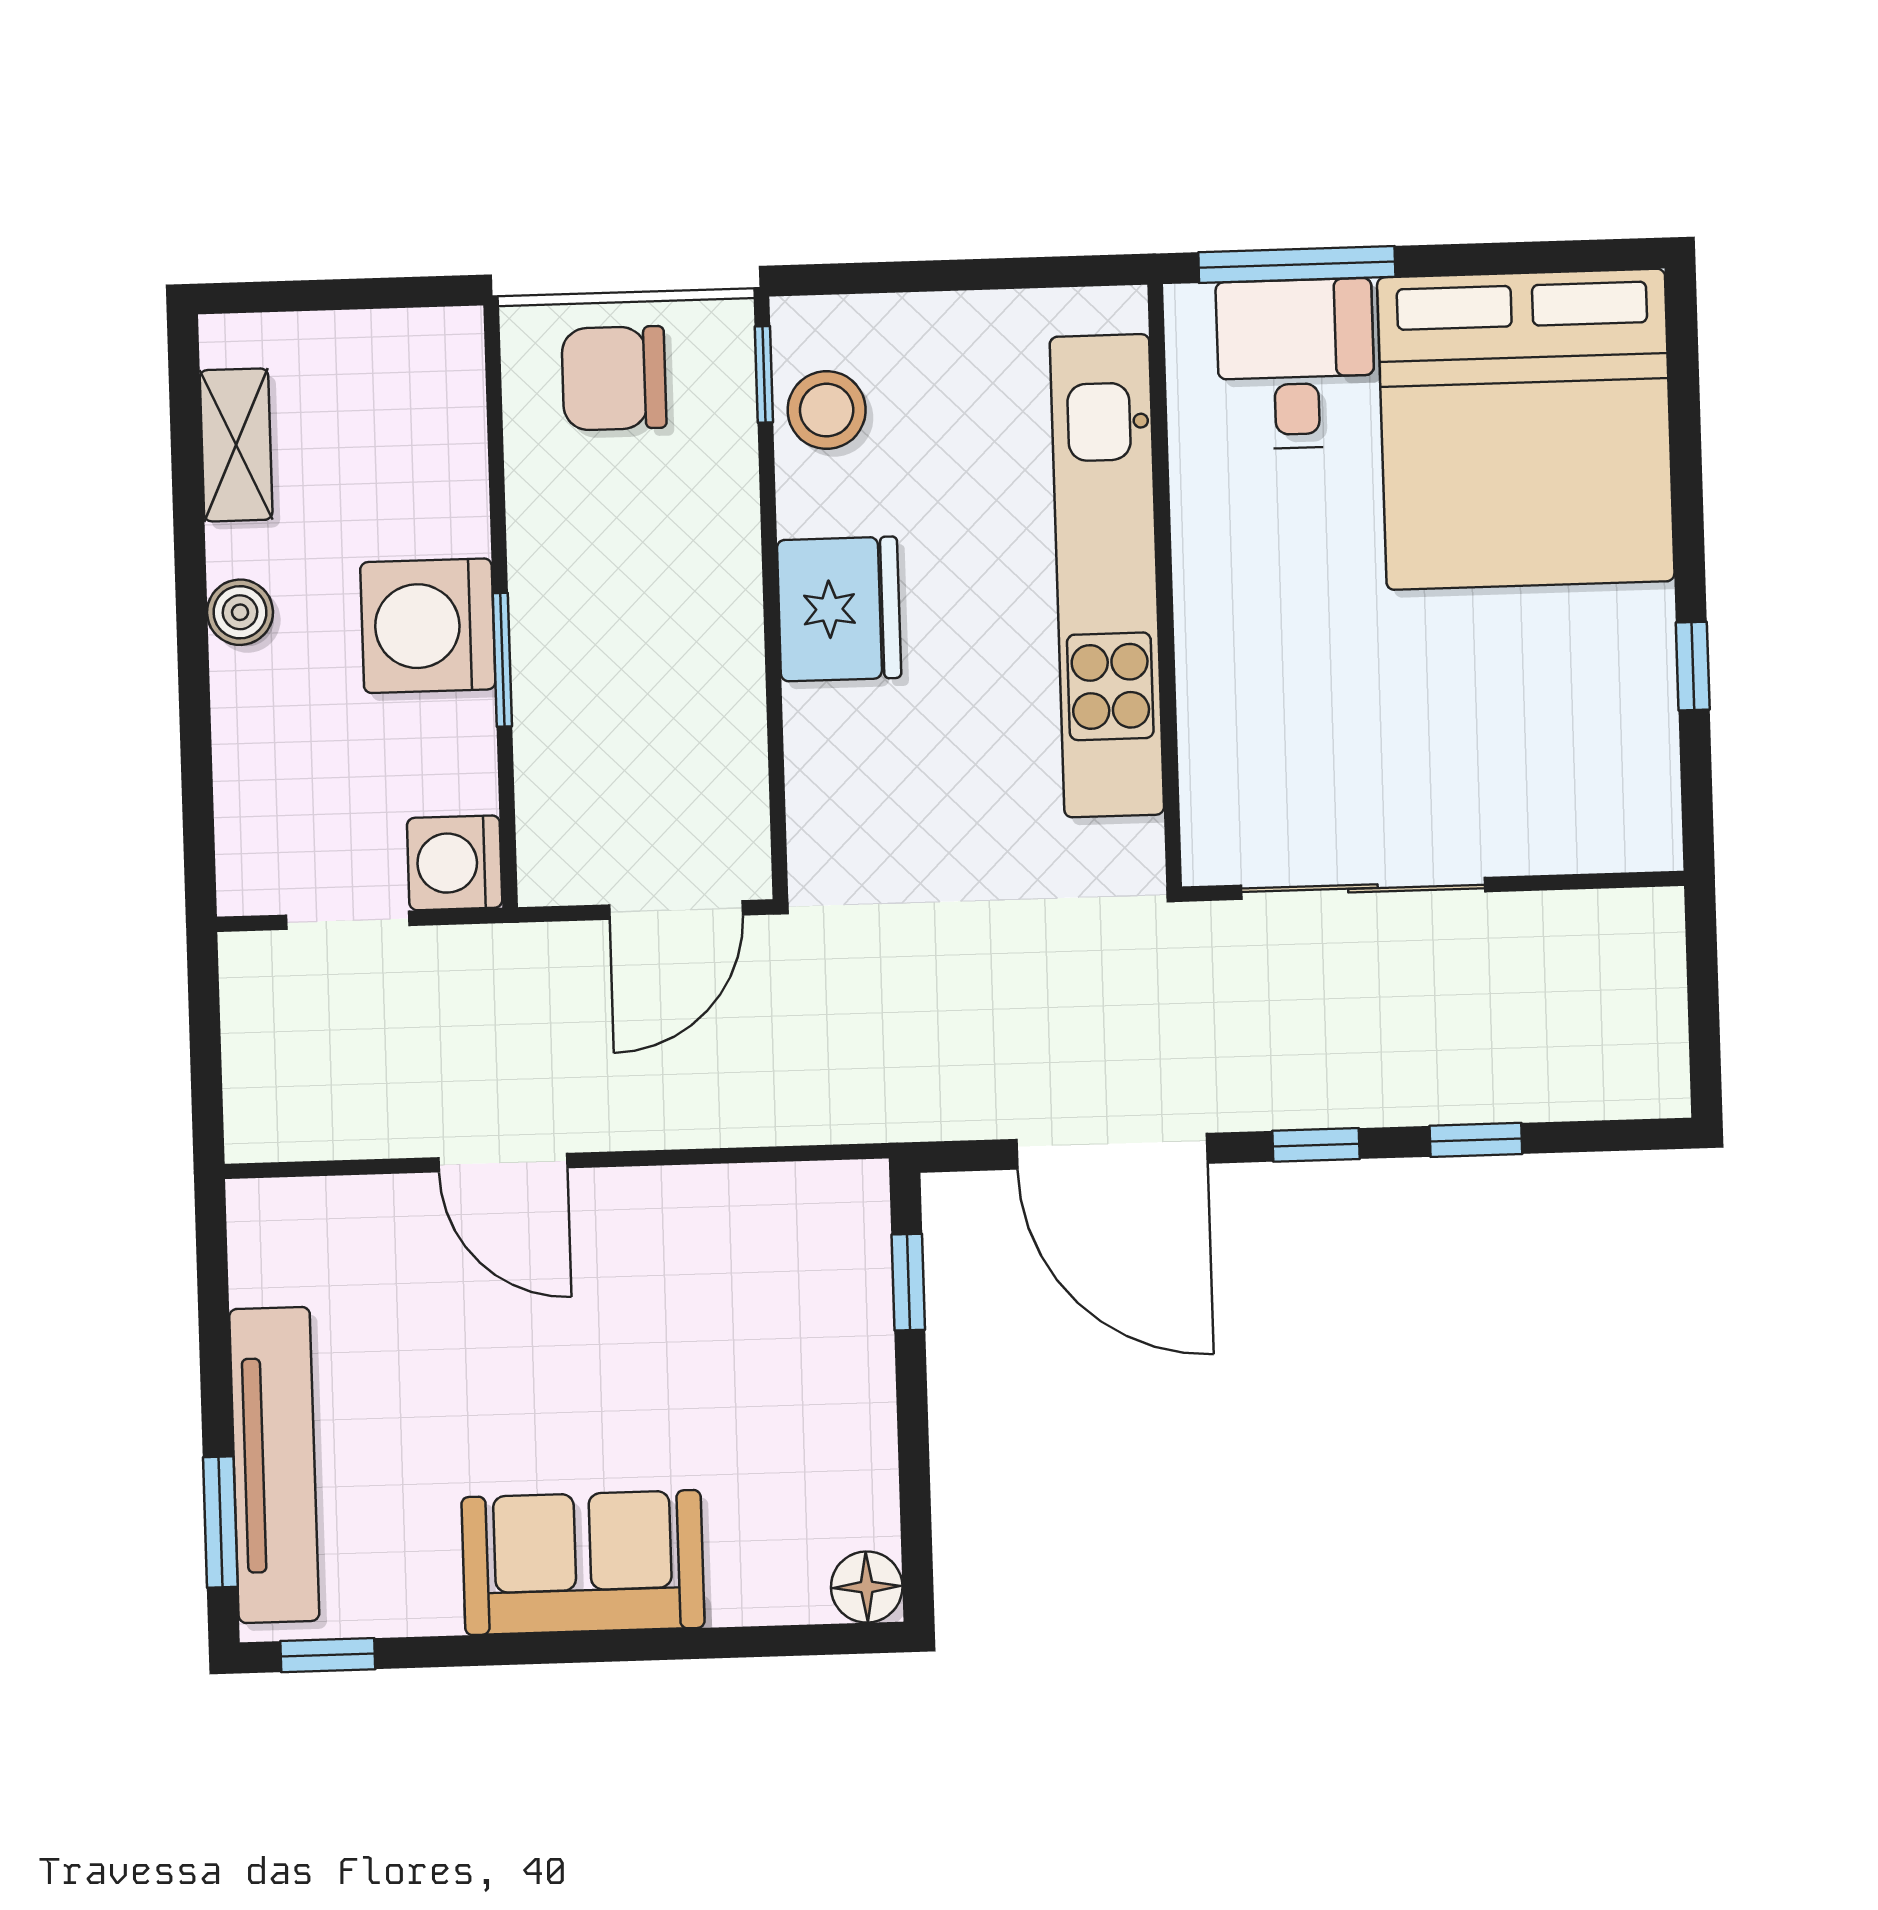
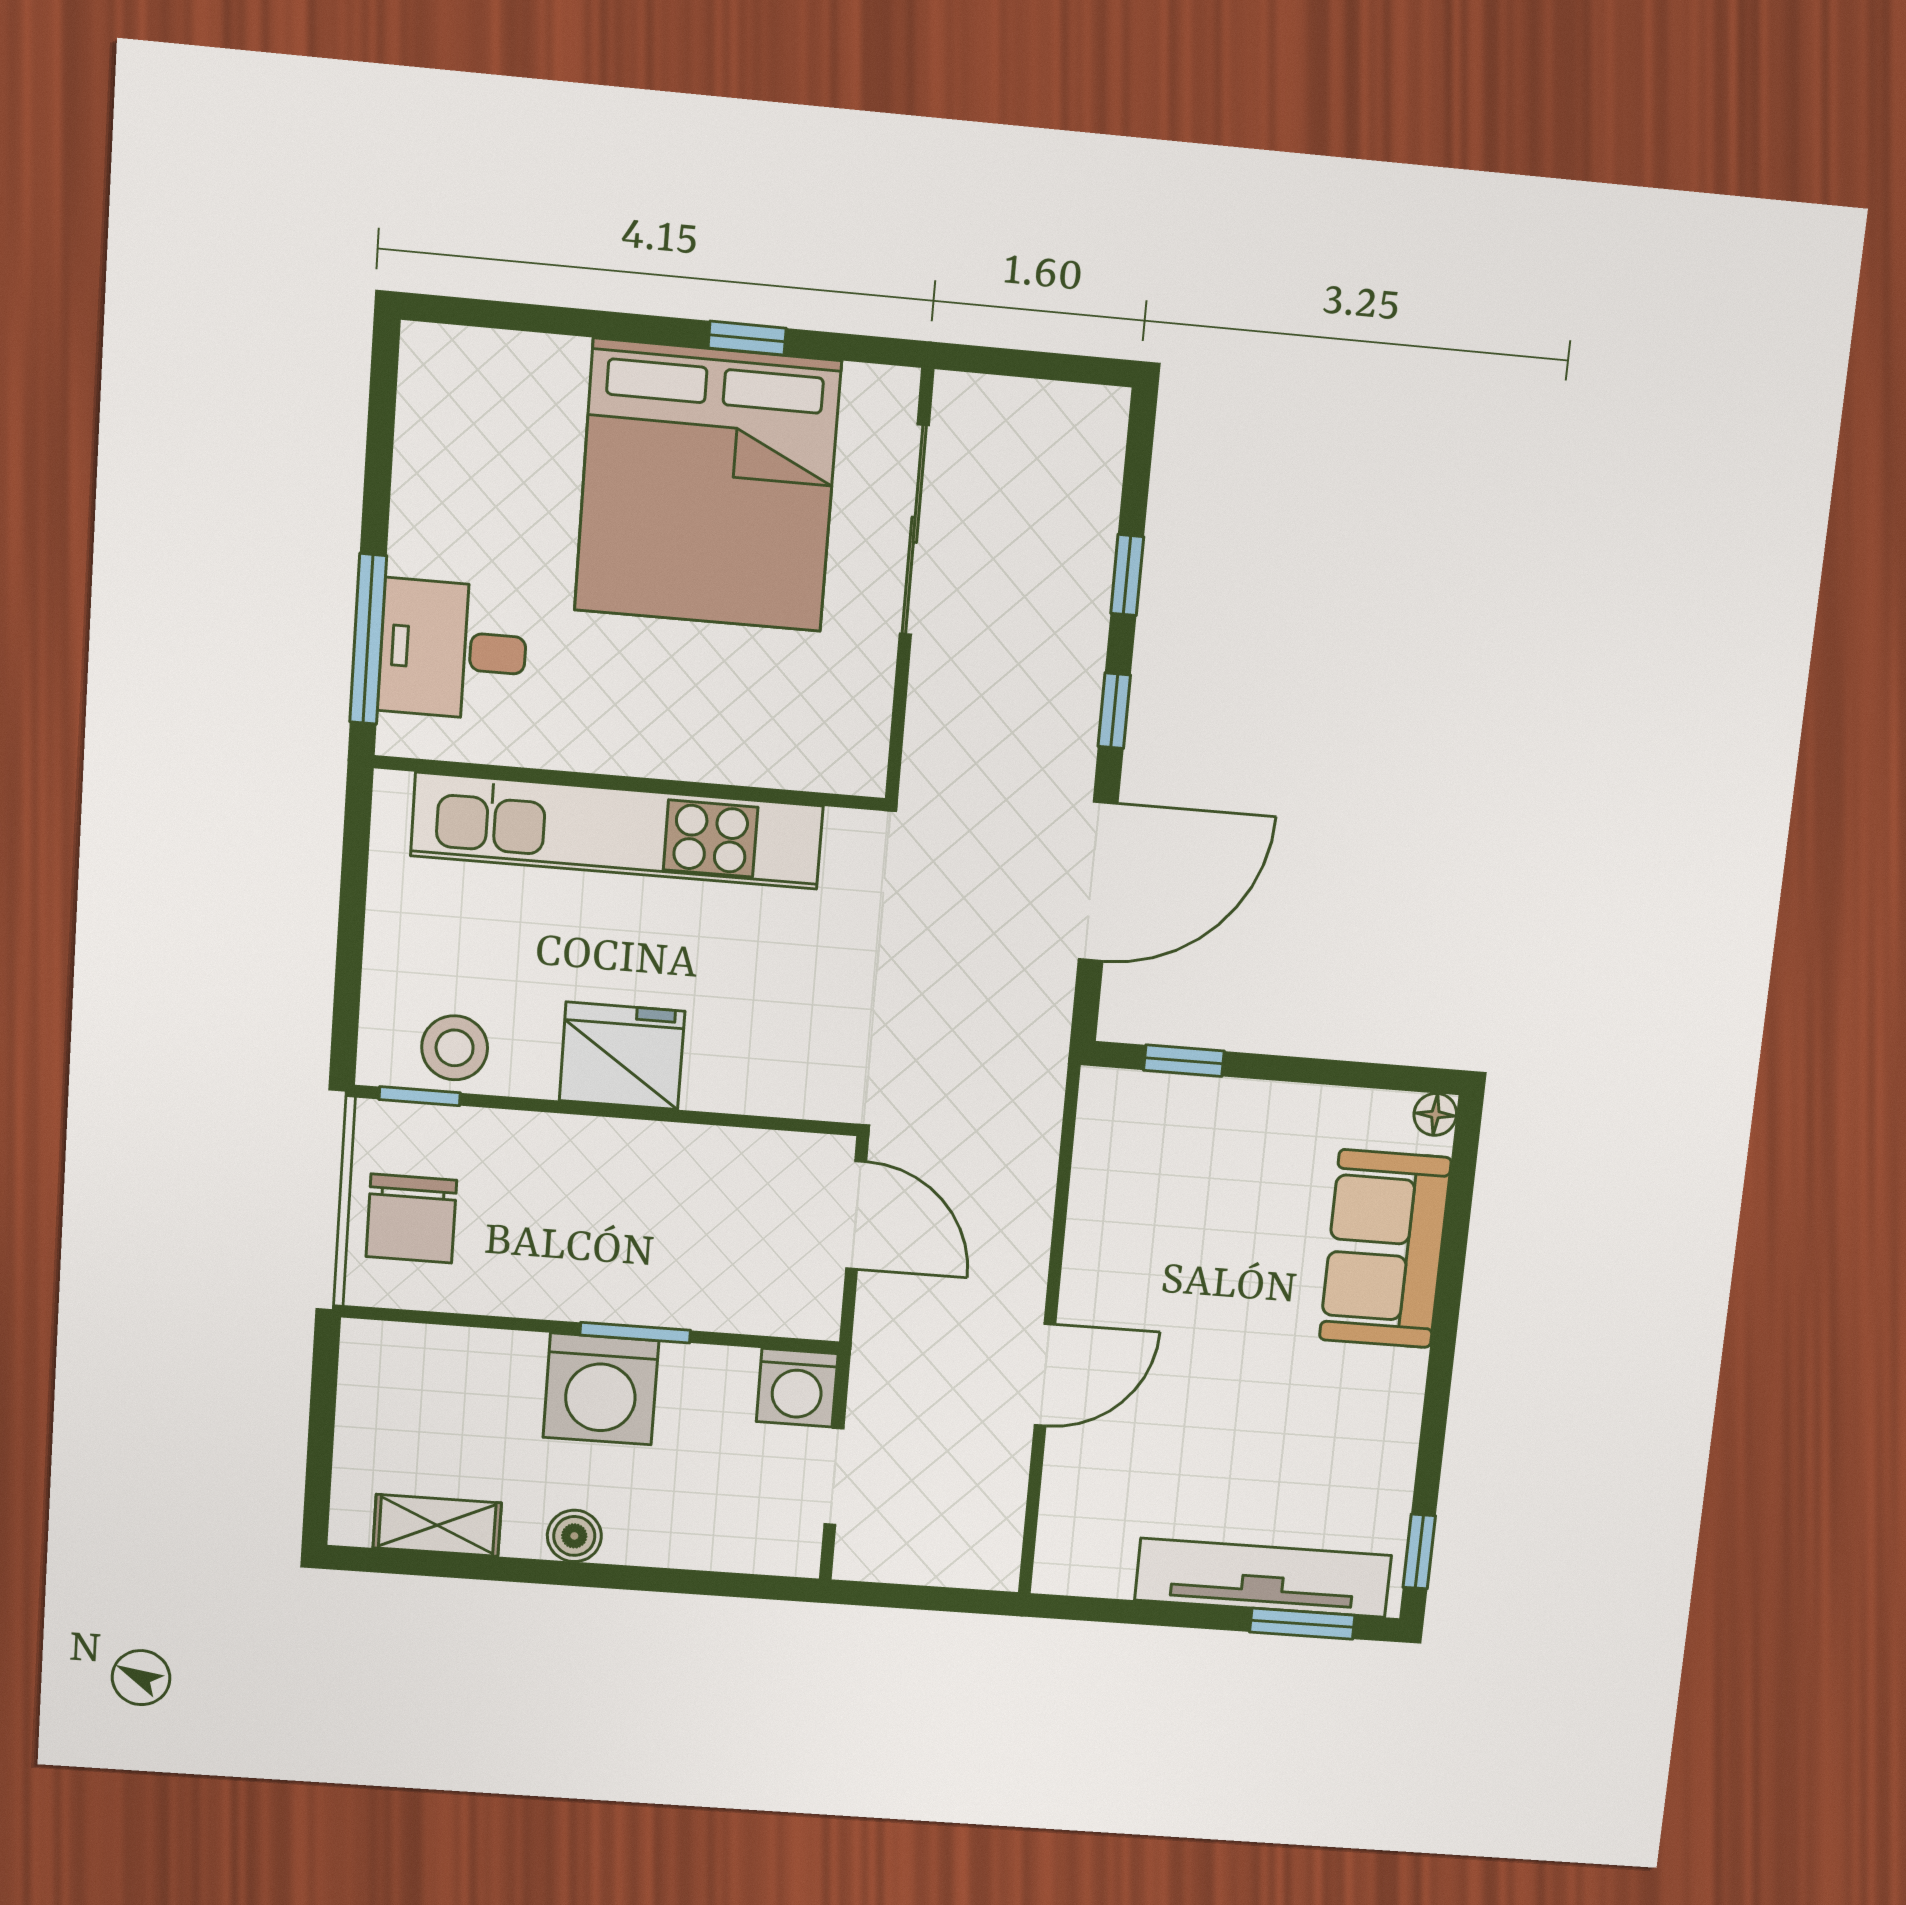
bed: (1526, 429) -> (708, 486), moved, turned 90
sliding door: (1363, 888) -> (914, 530), moved
sofa: (583, 1562) -> (1385, 1249), moved
floor lamp: (867, 1587) -> (1435, 1114), width x0.73, depth x0.73

